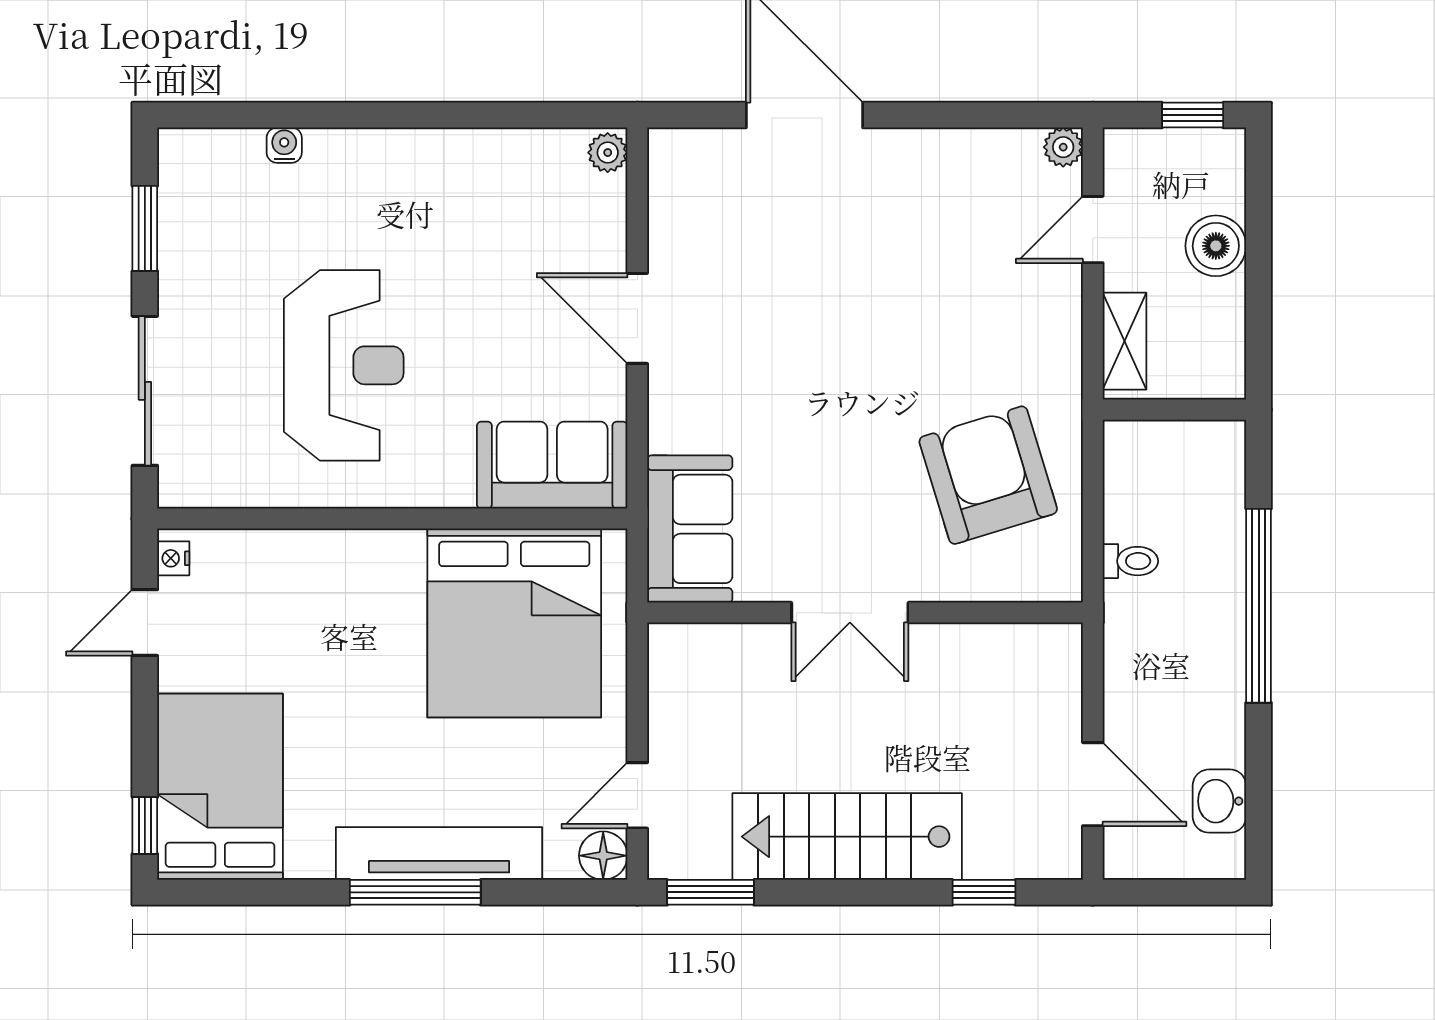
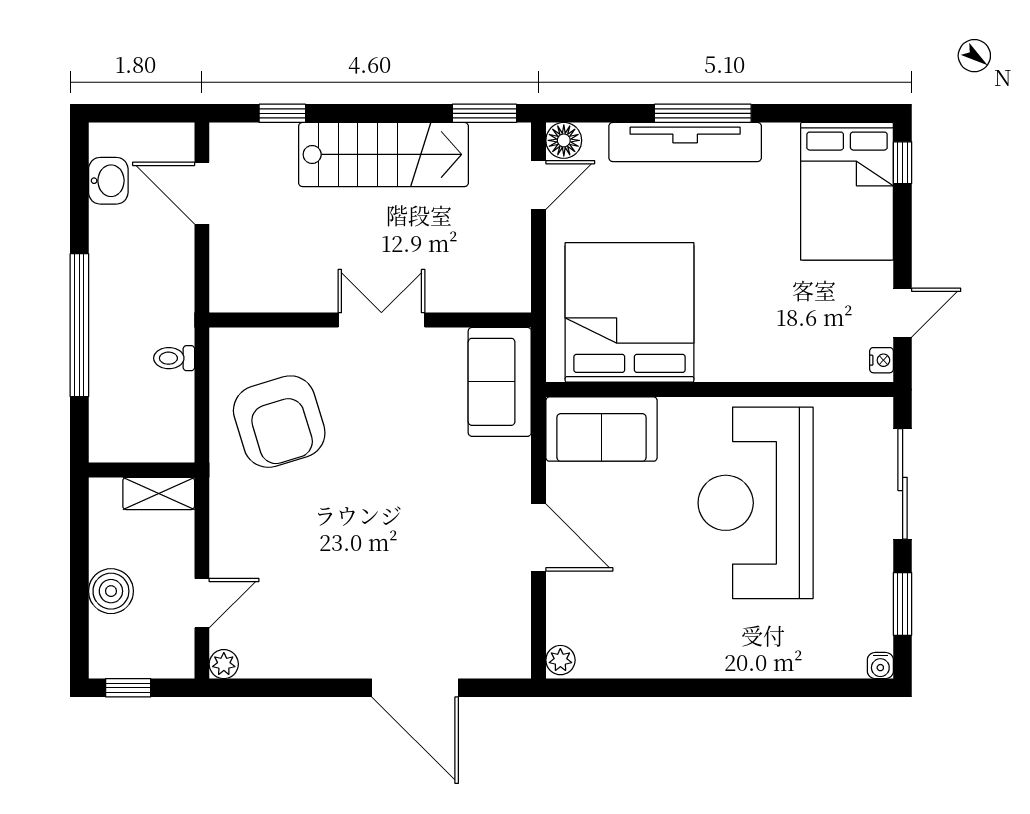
water cooler: (284, 145) -> (880, 666), moved
shelving: (1125, 341) -> (159, 494), moved, turned 90
reception desk: (344, 365) -> (756, 503), width x1.36, depth x1.30

